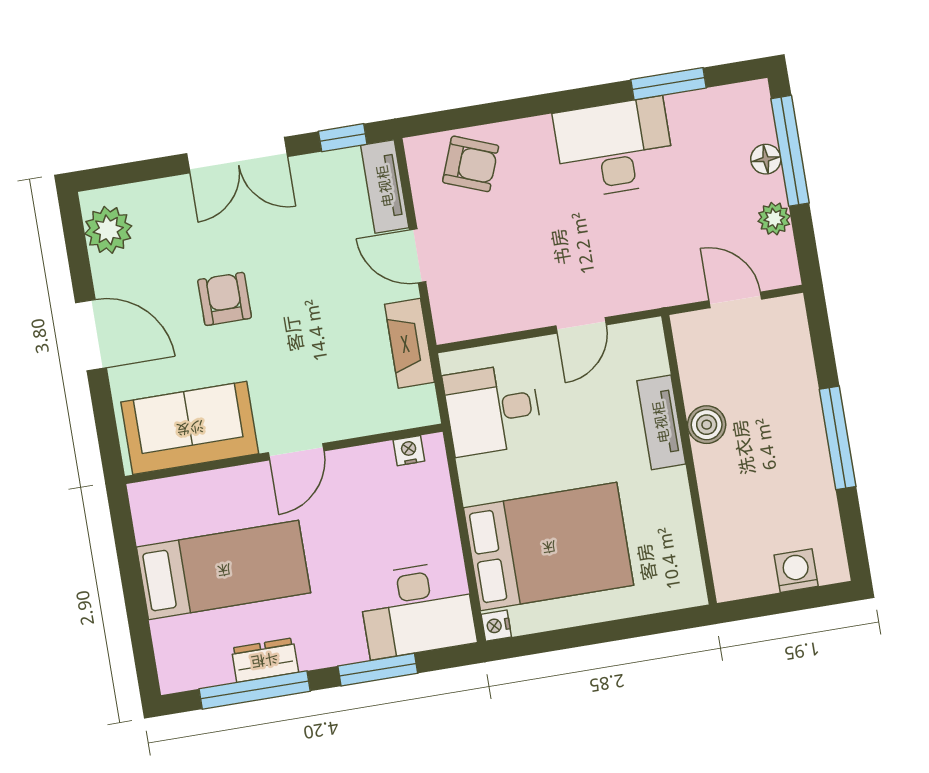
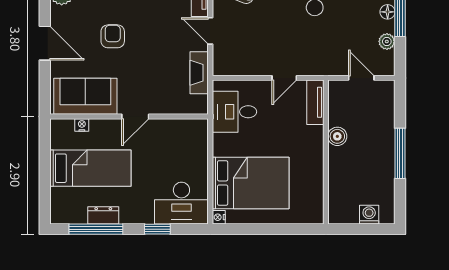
tv unit: (661, 422) -> (315, 102), moved
nightstand: (409, 451) -> (82, 125), moved
window: (378, 670) -> (157, 229), width x0.67

